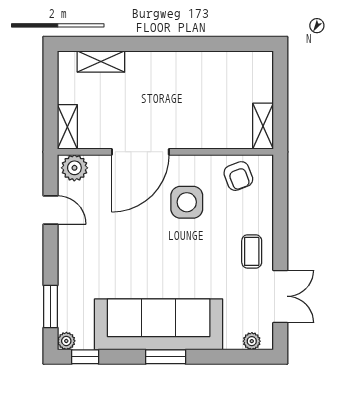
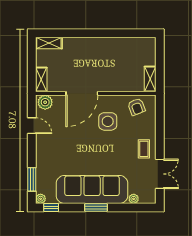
shelving: (101, 62) -> (49, 43), moved
plant: (252, 341) -> (134, 199), moved

